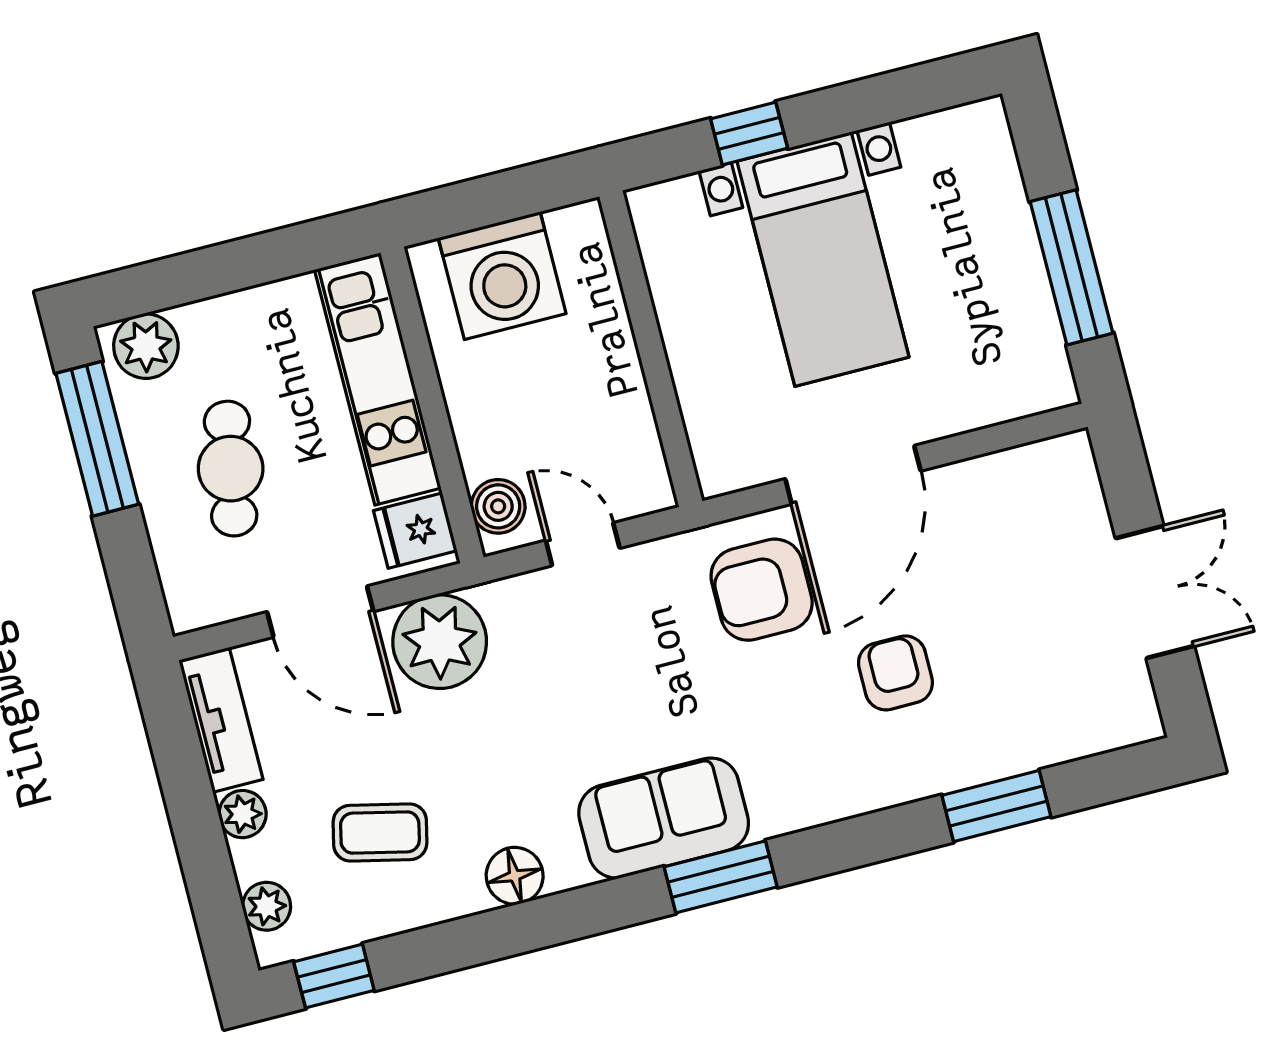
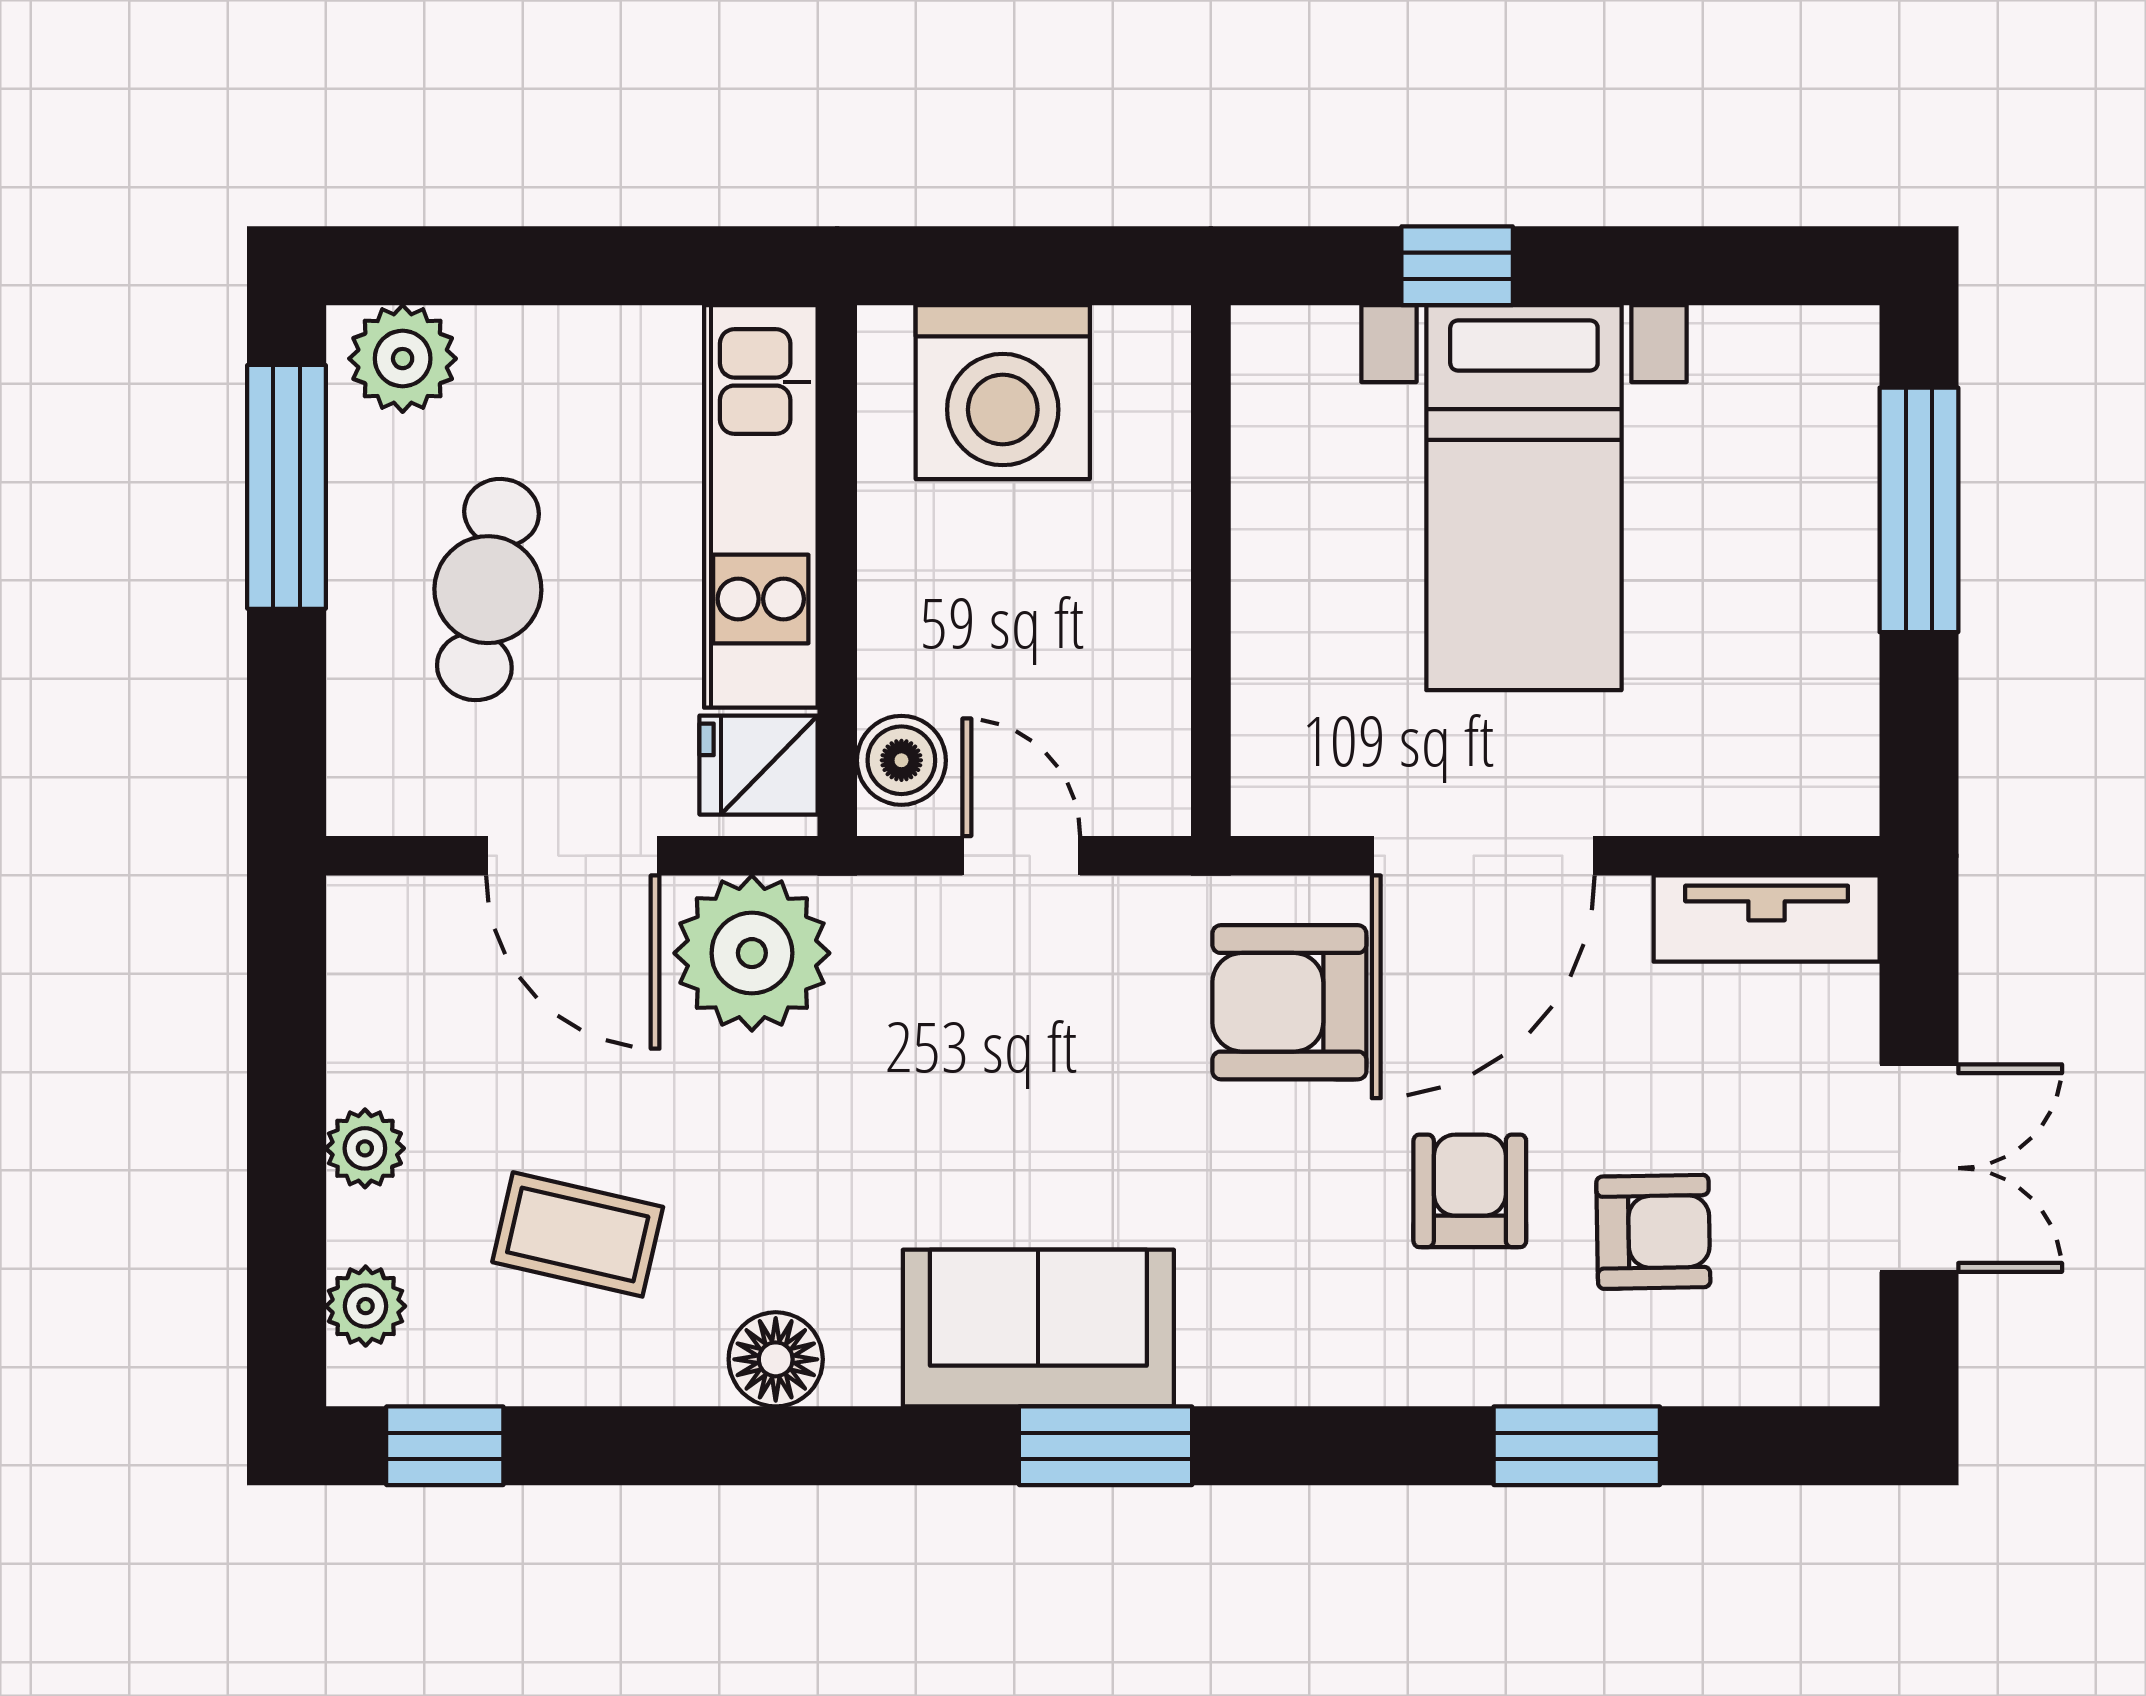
window: (1072, 267) -> (1919, 510), moved
armchair: (1009, 669) -> (1653, 1232), added
tv unit: (221, 720) -> (1767, 919), moved, turned 90

